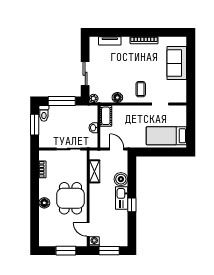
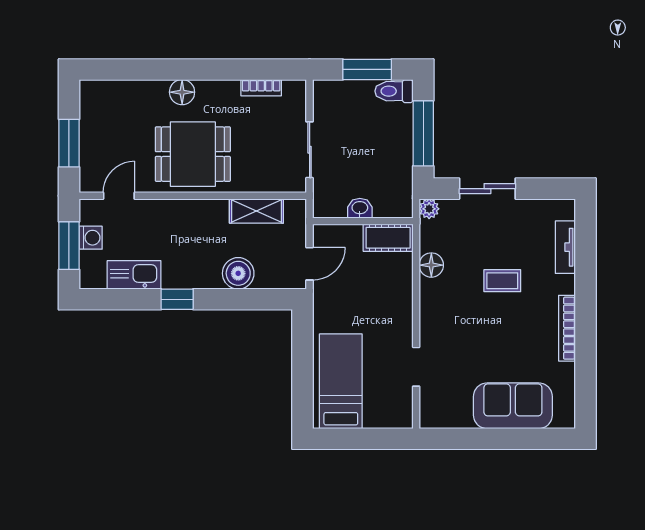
coffee table: (141, 89) -> (502, 281), moved
kitchen sink: (122, 198) -> (134, 275), moved
washing machine: (94, 241) -> (91, 238), moved

